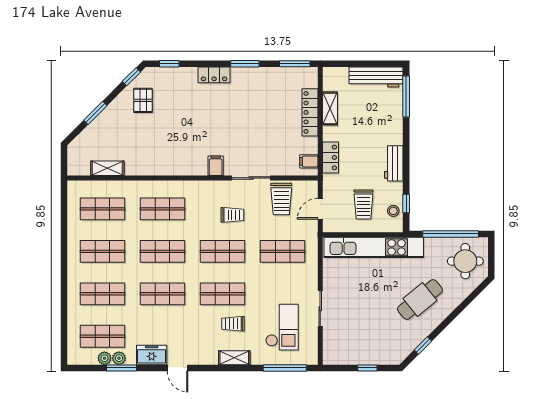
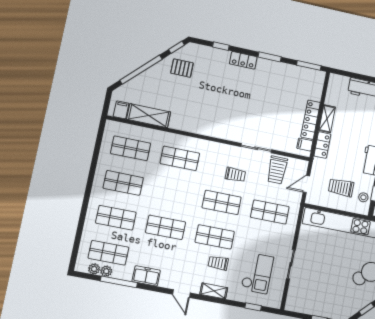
window: (169, 64) -> (221, 46), moved
pallet: (143, 100) -> (182, 68), turned 90
shelving: (330, 108) -> (327, 119), moved
locker: (310, 112) -> (311, 120), moved
window: (95, 113) -> (141, 70), width x2.11
filing cabinet: (216, 166) -> (121, 110), moved
shelving: (107, 168) -> (149, 116), width x1.50, depth x1.33
trolley: (363, 205) -> (341, 188), turned 90
shop shelf: (162, 251) -> (173, 193), removed
plant: (119, 358) -> (94, 269), moved
window: (122, 368) -> (119, 282), width x1.44
door: (178, 368) -> (181, 294), moved
window: (285, 368) -> (253, 307), width x0.46

